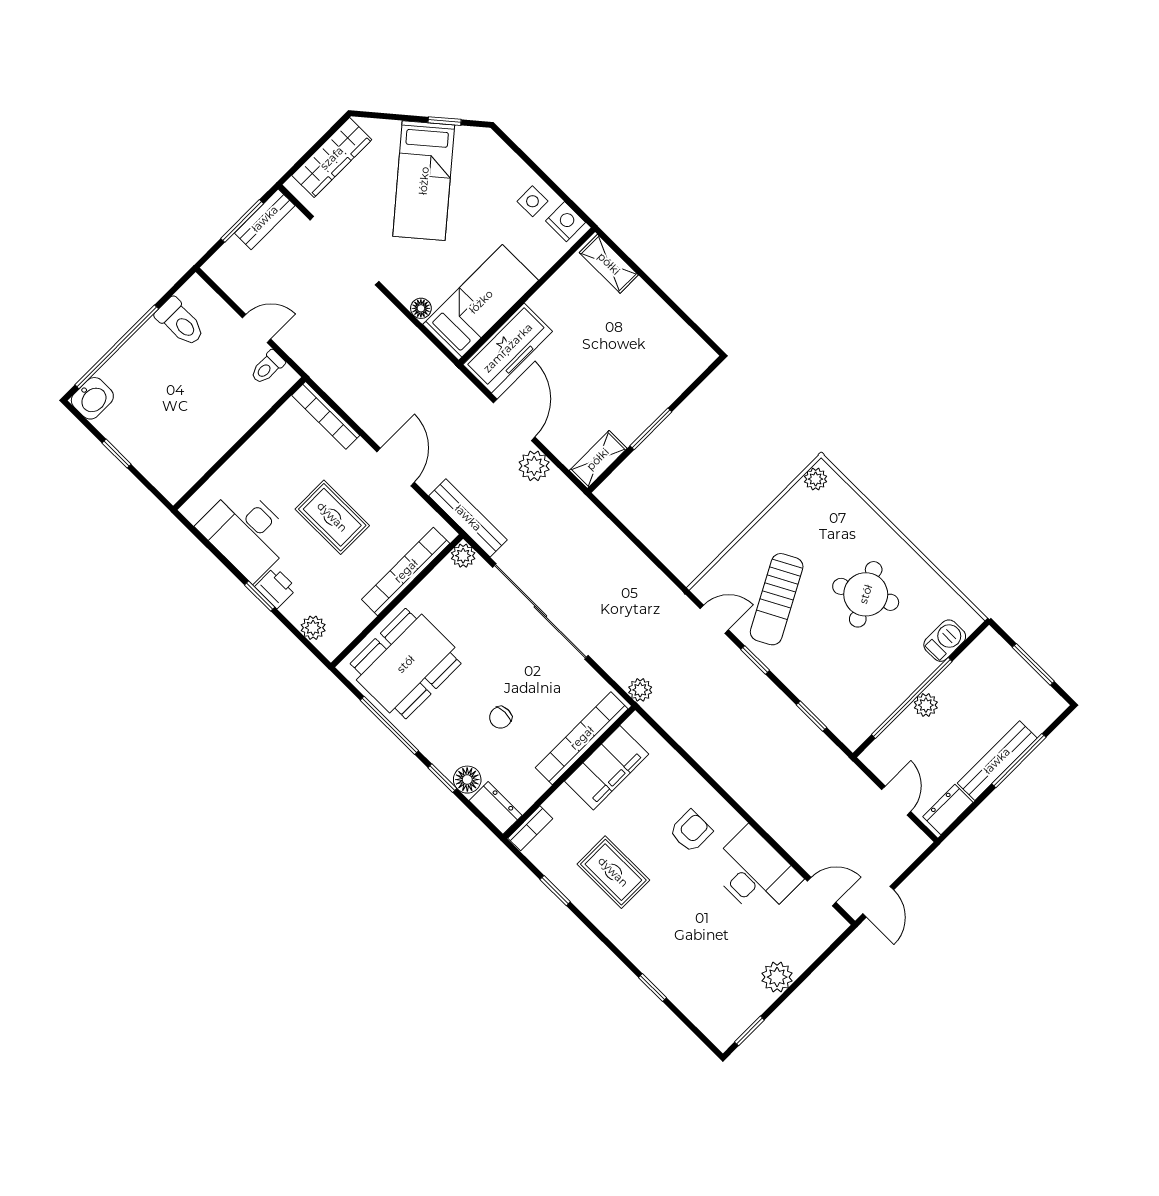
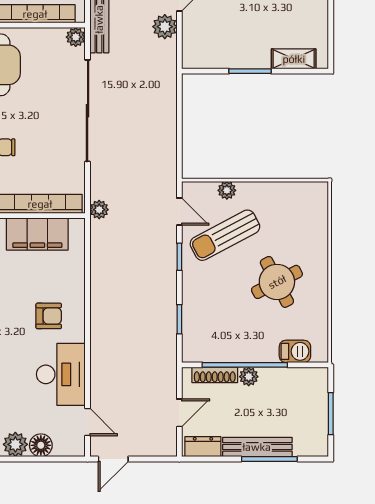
shelving: (598, 459) -> (294, 59), moved
plant: (816, 479) -> (227, 190), moved
shoe rack: (894, 734) -> (215, 375), added
floor lamp: (801, 955) -> (41, 445), added

